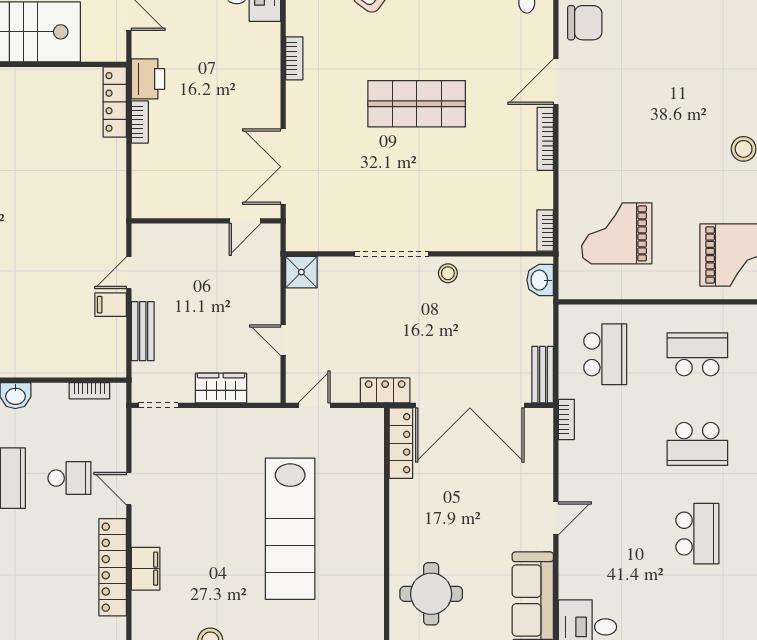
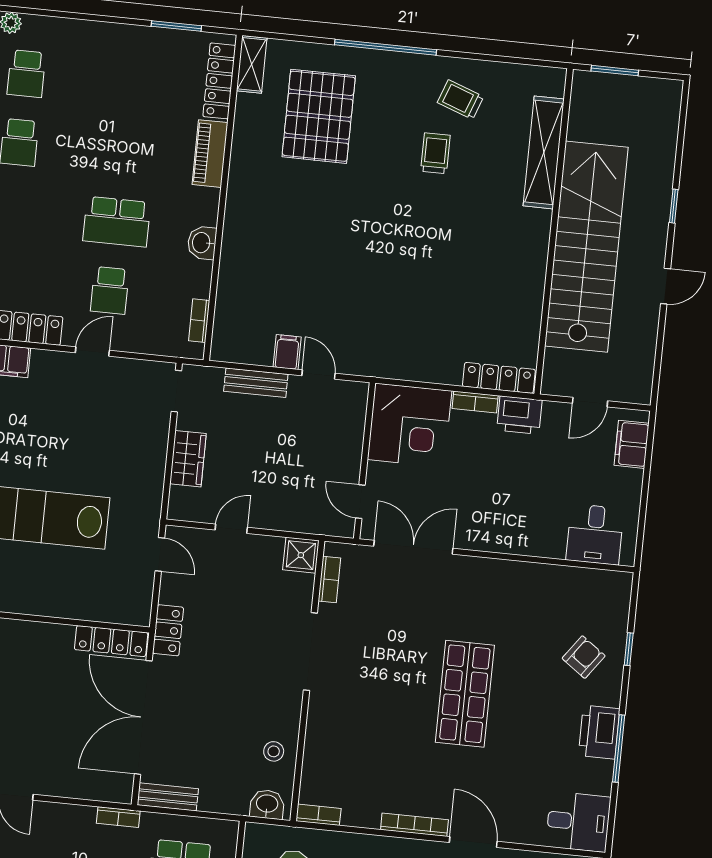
bookcase: (294, 58) -> (329, 580), moved, turned -90
corner desk: (168, 182) -> (410, 425), added
stool: (448, 273) -> (274, 751), moved

